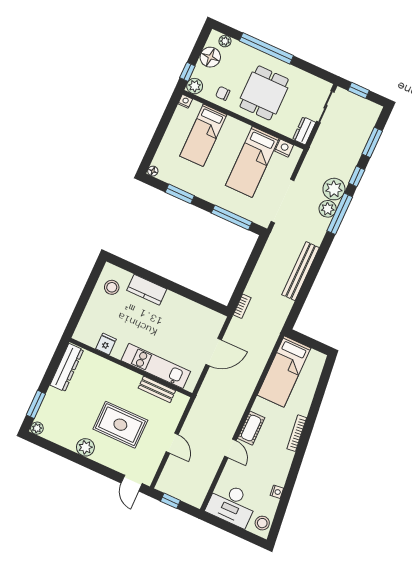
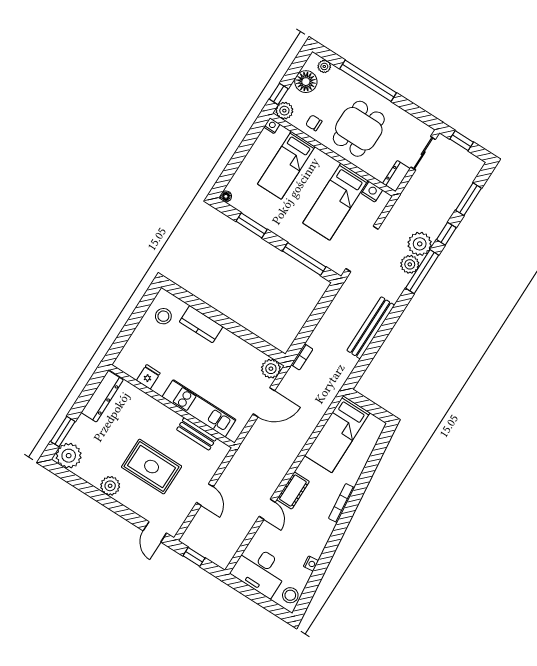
plant: (216, 321) -> (271, 369), added
plant: (37, 428) -> (69, 456), width x1.88, depth x1.88

